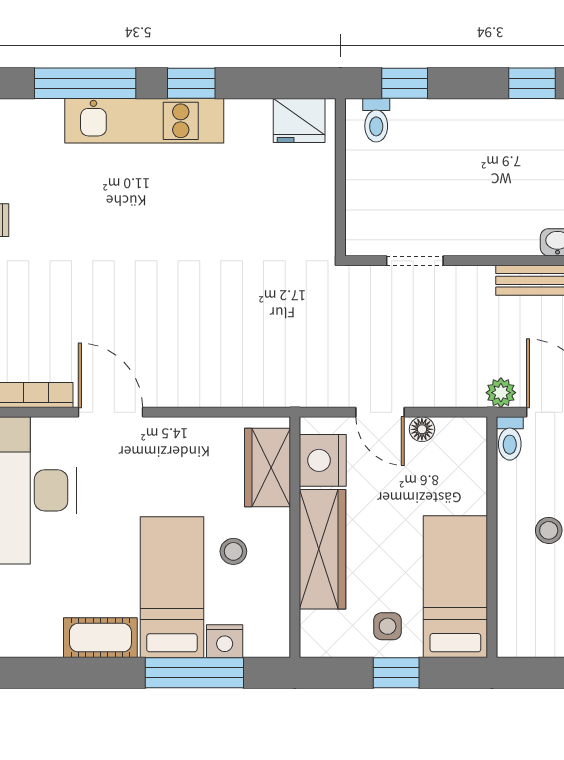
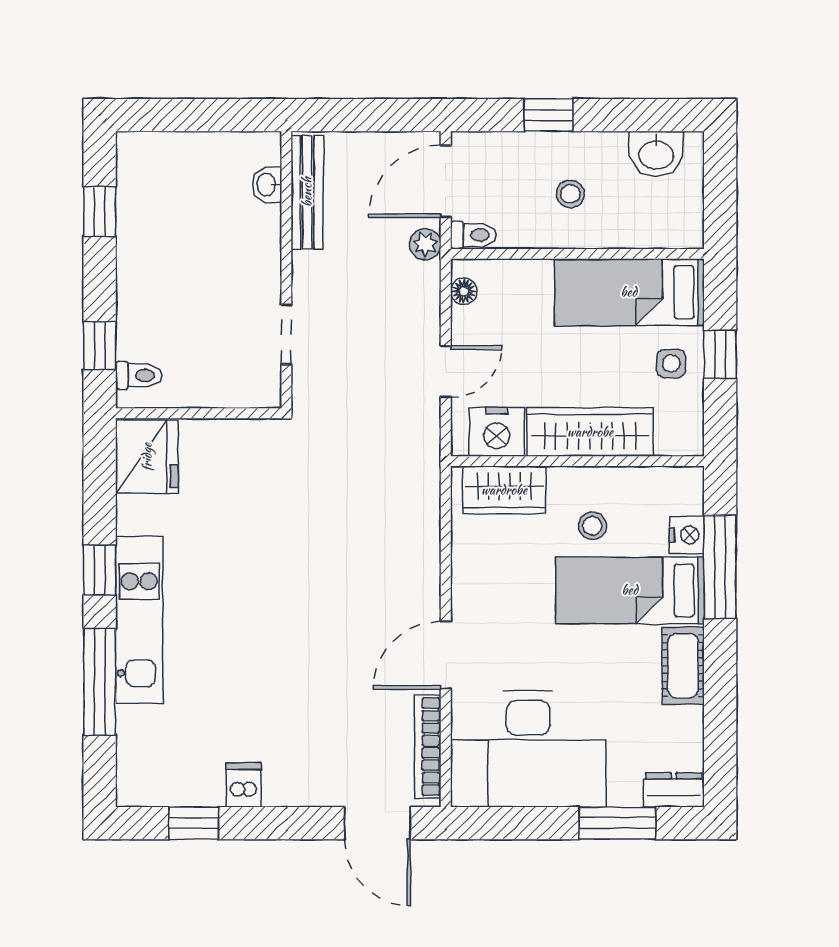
fridge: (299, 121) -> (147, 457), width x1.36, depth x1.34
floor lamp: (422, 429) -> (464, 291), moved

